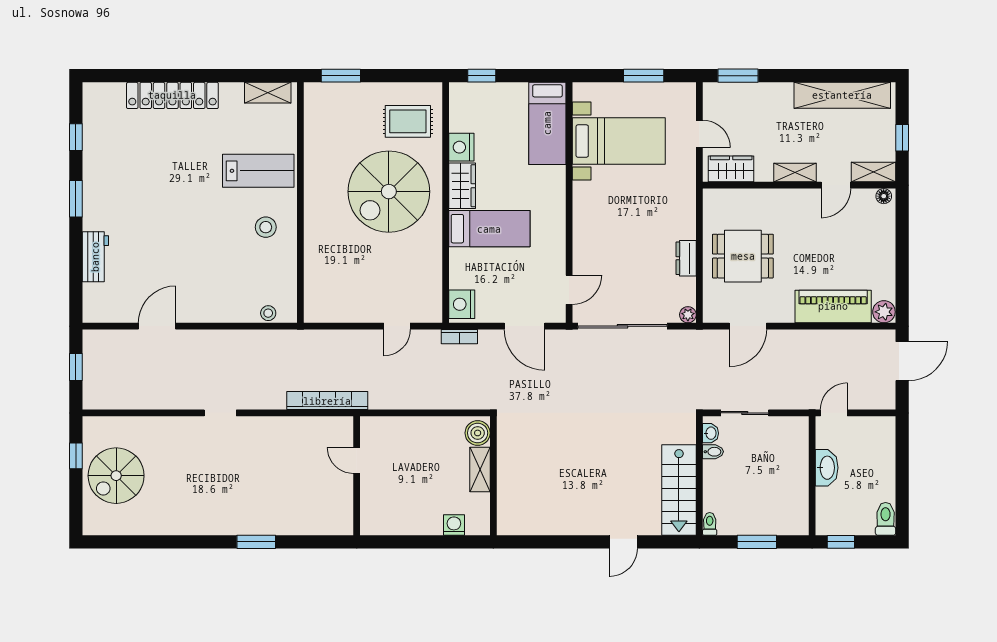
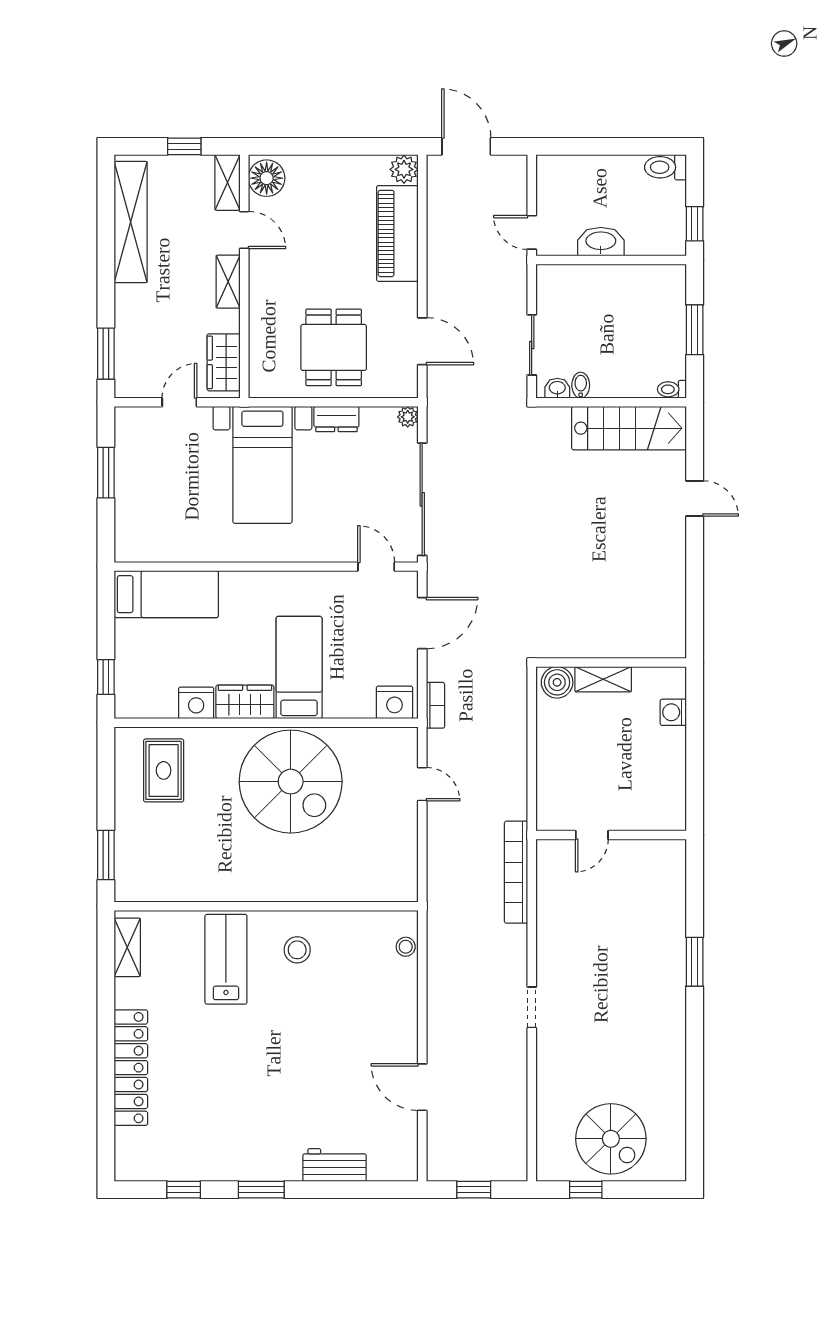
bed with nightstands: (619, 141) -> (262, 465), moved, turned 180
spiral stairs: (389, 192) -> (291, 782), moved
floor lamp: (884, 196) -> (267, 178), width x1.89, depth x1.89

